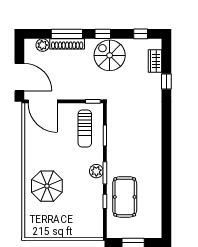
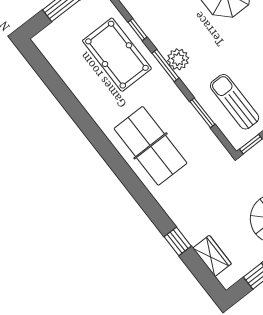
table tennis table: (143, 139) -> (150, 146), added

